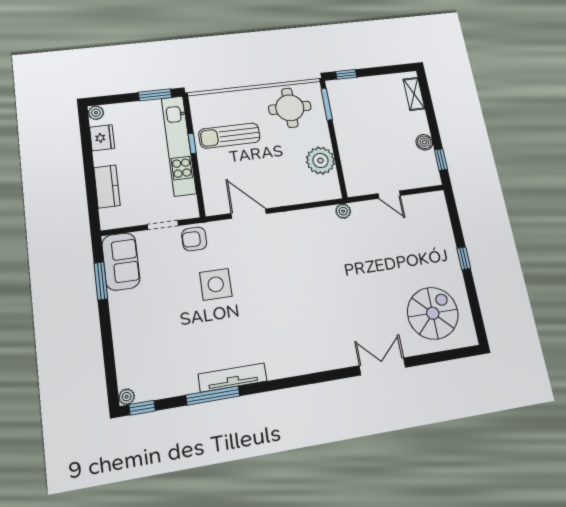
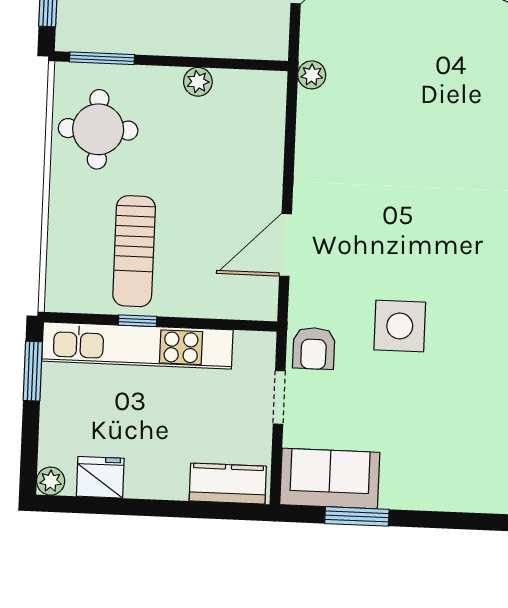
plant: (320, 161) -> (198, 82), width x0.53, depth x0.53
kitchen counter: (107, 186) -> (228, 484), moved

